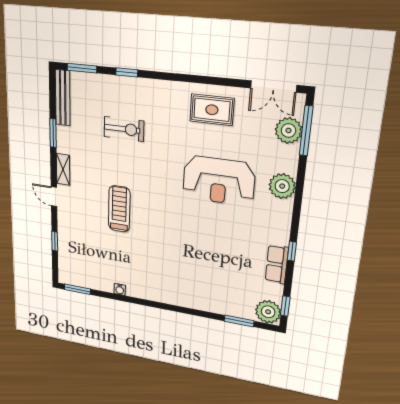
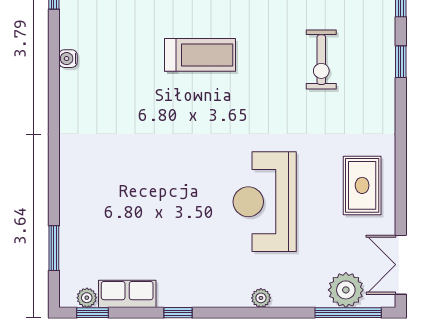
plant: (282, 186) -> (261, 298), width x0.53, depth x0.53
row of seats: (277, 264) -> (127, 294), moved
plant: (268, 312) -> (87, 298), width x0.53, depth x0.53

